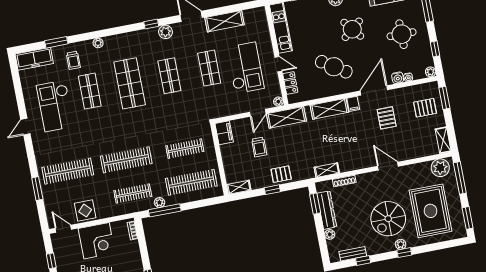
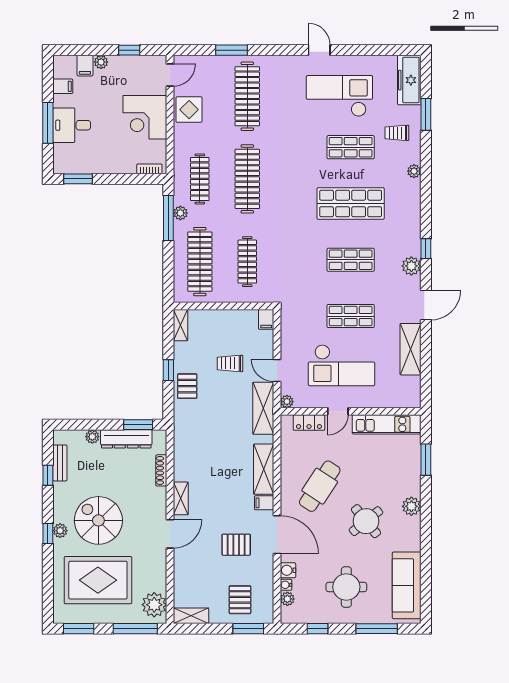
plant: (431, 72) -> (287, 599), moved
filing cabinet: (224, 133) -> (266, 319), width x0.50
shelving: (327, 170) -> (181, 498), moved

